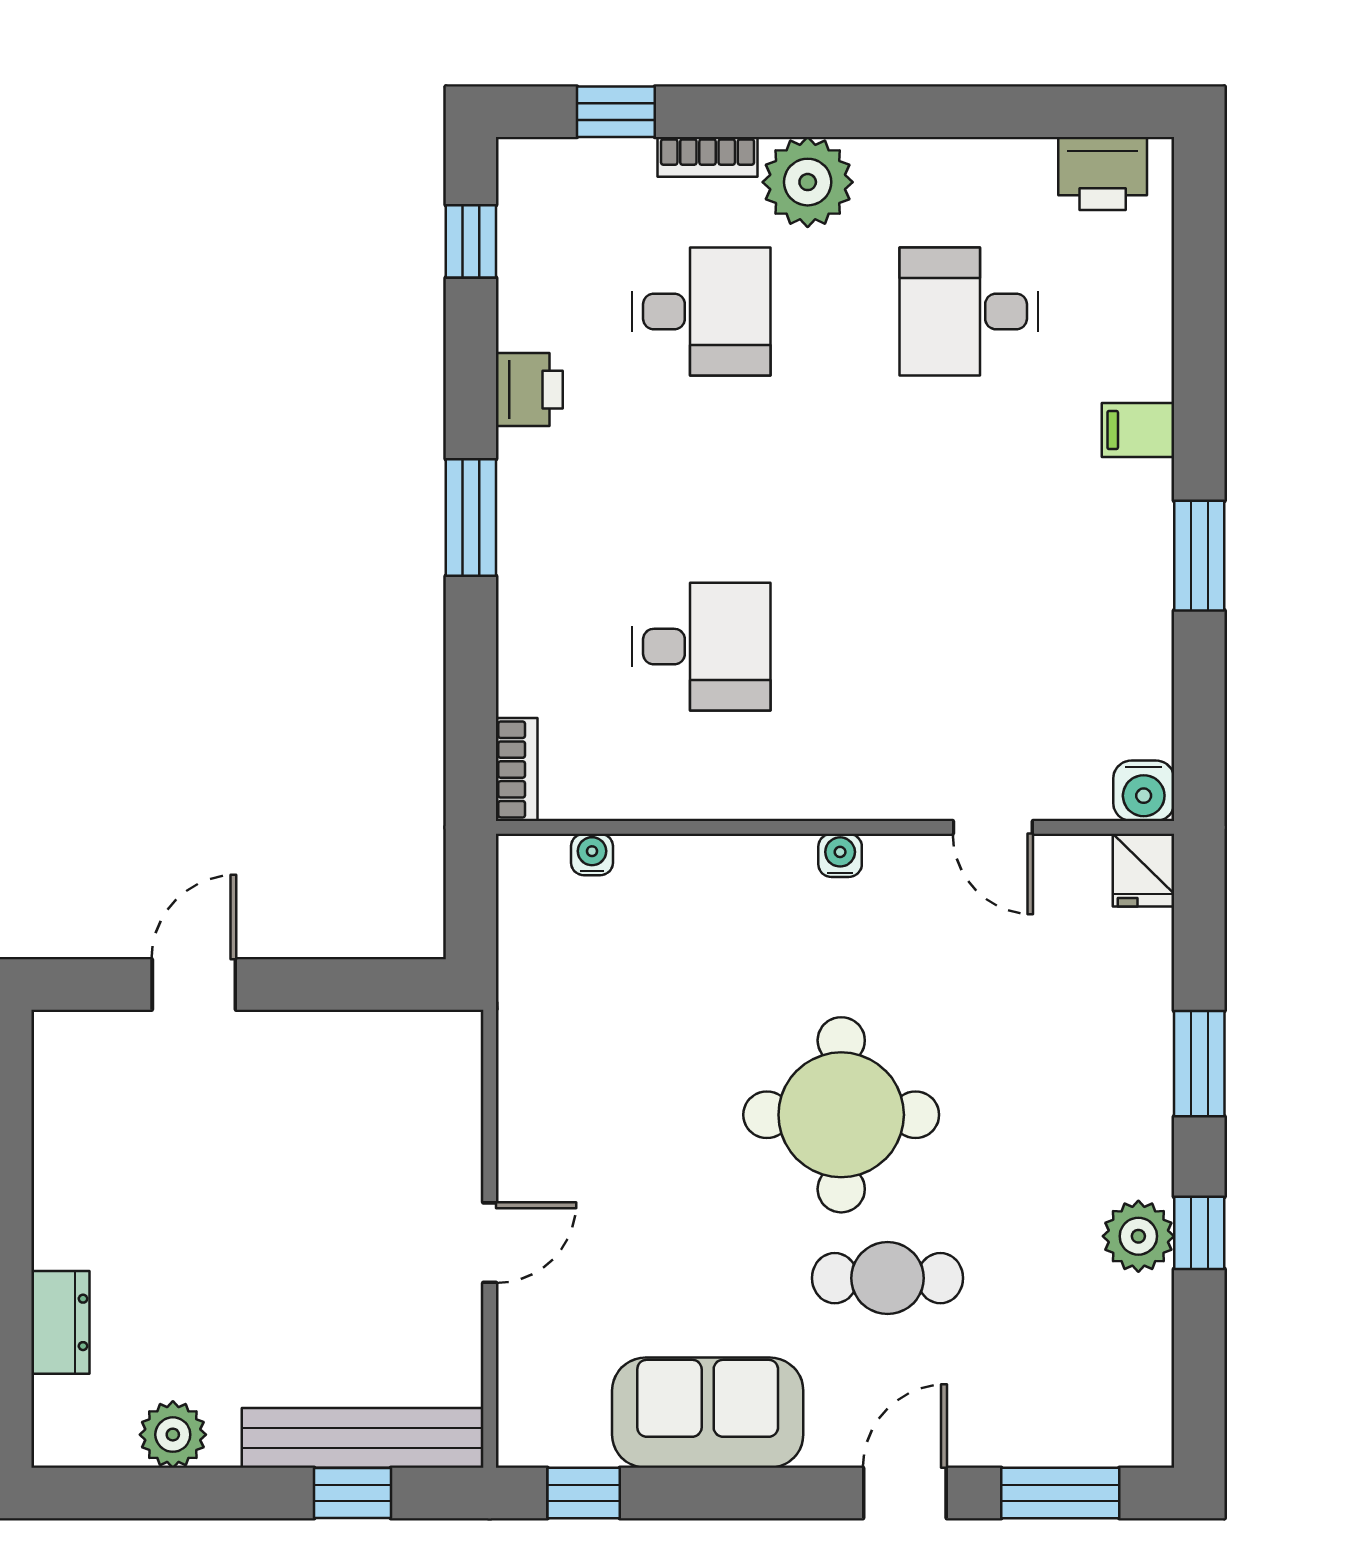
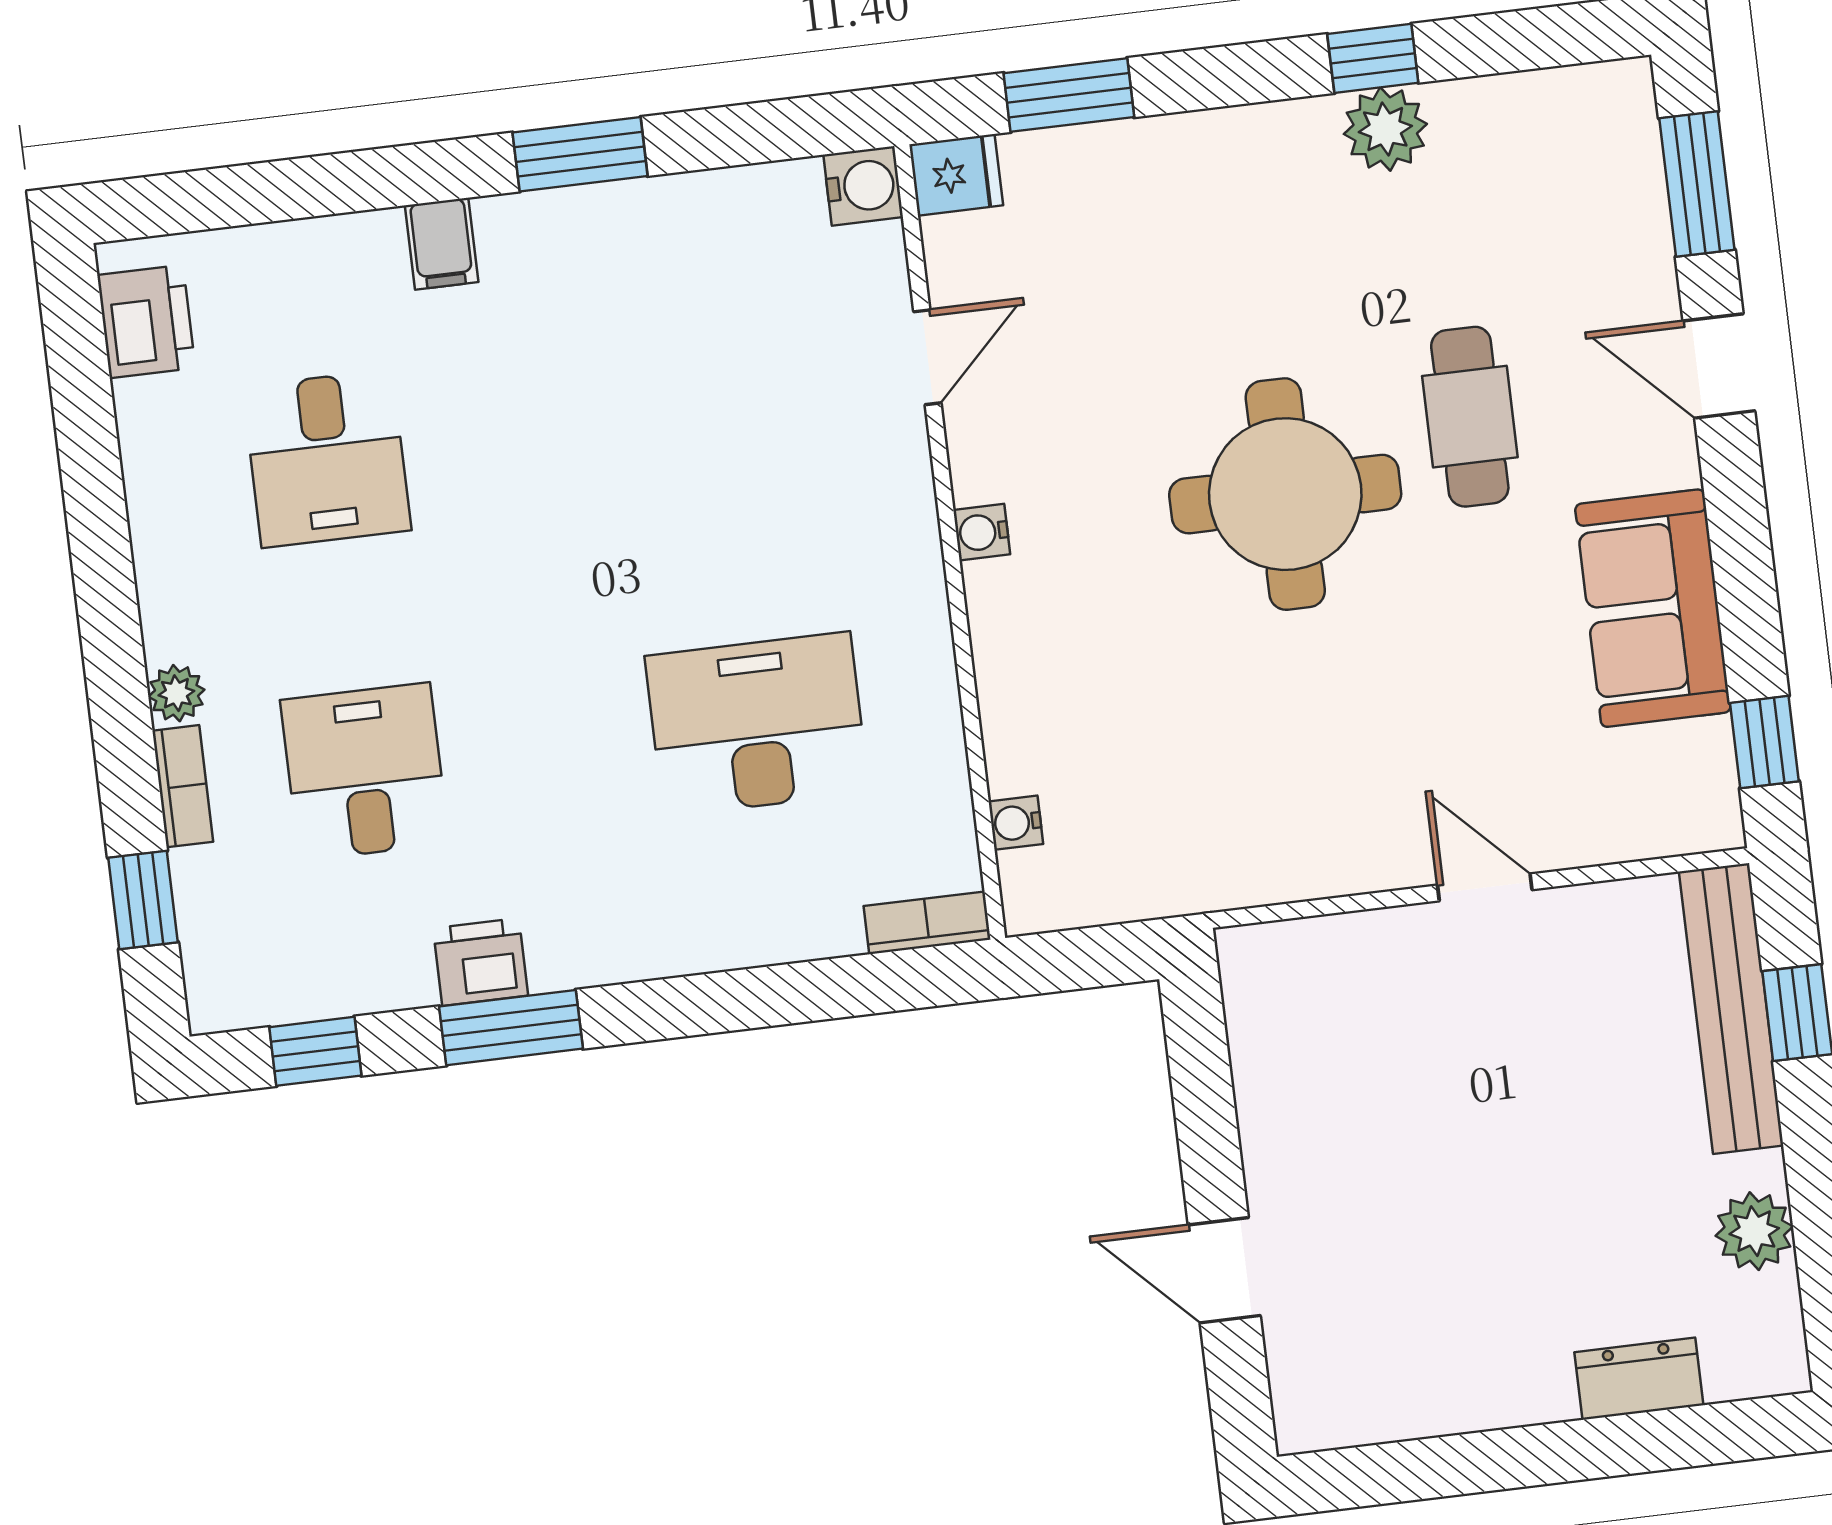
plant: (808, 182) -> (176, 693), width x0.53, depth x0.53
window: (471, 517) -> (511, 1028), moved
desk: (701, 647) -> (757, 724), width x1.37
window: (1199, 1064) -> (1069, 95), moved

